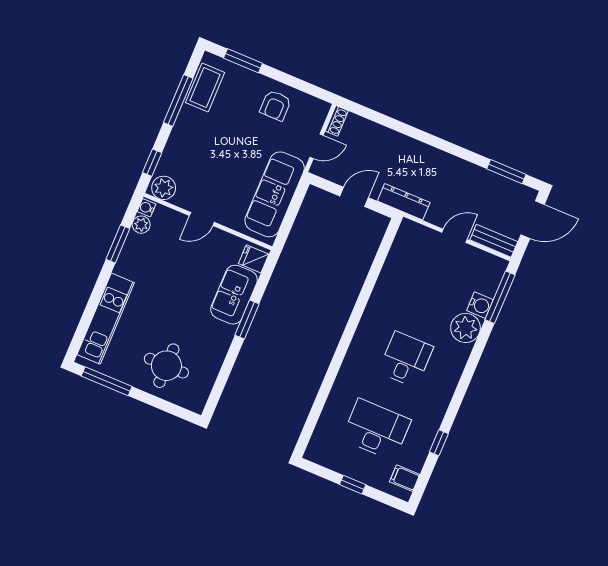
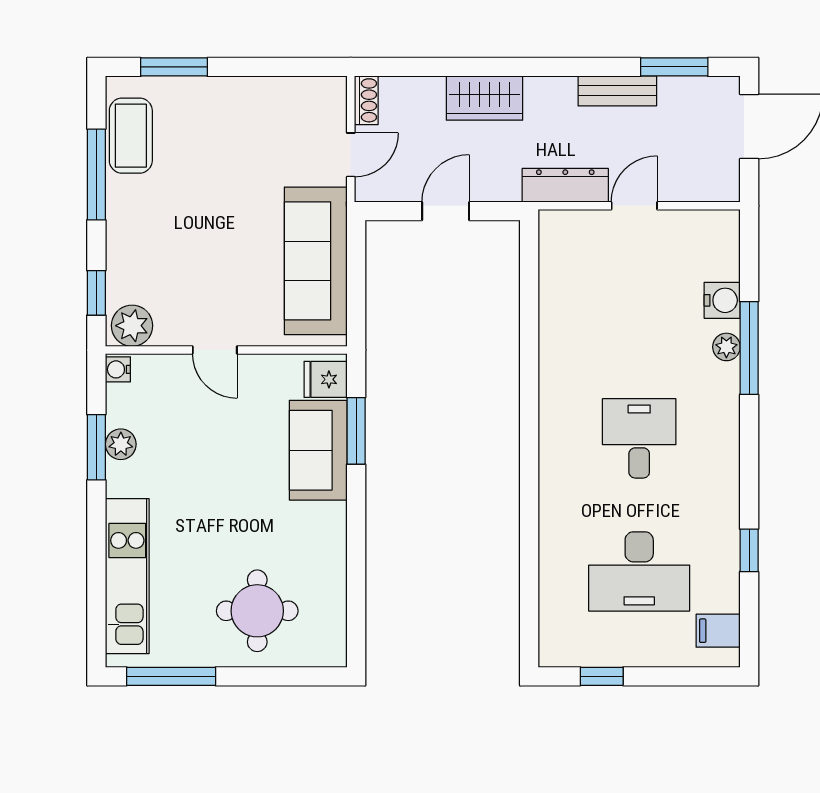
armchair: (276, 105) -> (257, 117), removed
wardrobe: (400, 146) -> (484, 98), added
dresser: (404, 202) -> (565, 185), moved
door: (202, 219) -> (215, 350), hinge flipped
plant: (141, 225) -> (121, 444), moved
bench: (494, 241) -> (617, 91), moved
window: (500, 297) -> (749, 348), moved
window: (247, 320) -> (356, 431), moved
plant: (466, 328) -> (726, 347), width x0.53, depth x0.53
desk: (376, 429) -> (639, 571), turned 180
window: (353, 485) -> (602, 676), moved

